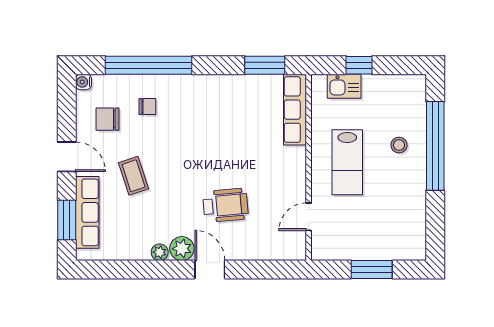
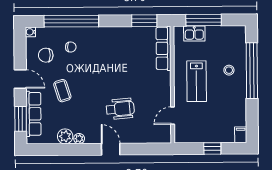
window: (359, 65) -> (204, 20), width x2.17
filing cabinet: (417, 248) -> (241, 135), added
plant: (182, 249) -> (65, 136), moved
window: (372, 269) -> (212, 148), width x0.67

